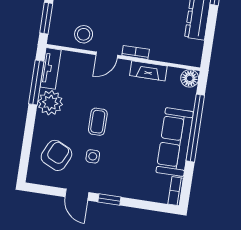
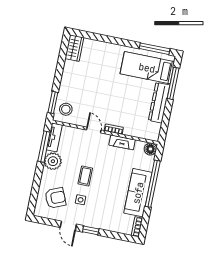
stool: (84, 34) -> (66, 109), moved
door: (107, 55) -> (94, 130), swing flipped
armchair: (56, 155) -> (55, 198), turned 42

